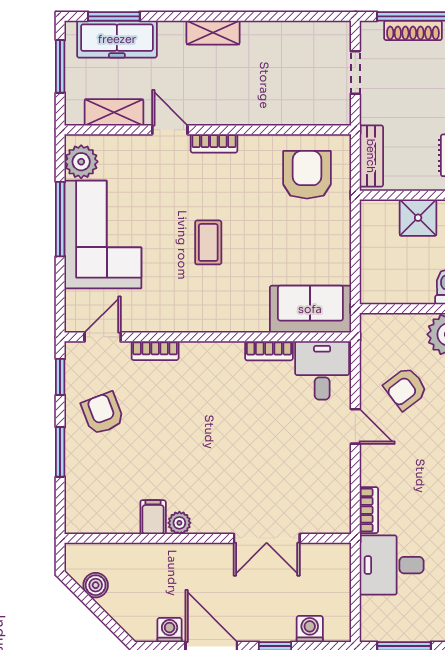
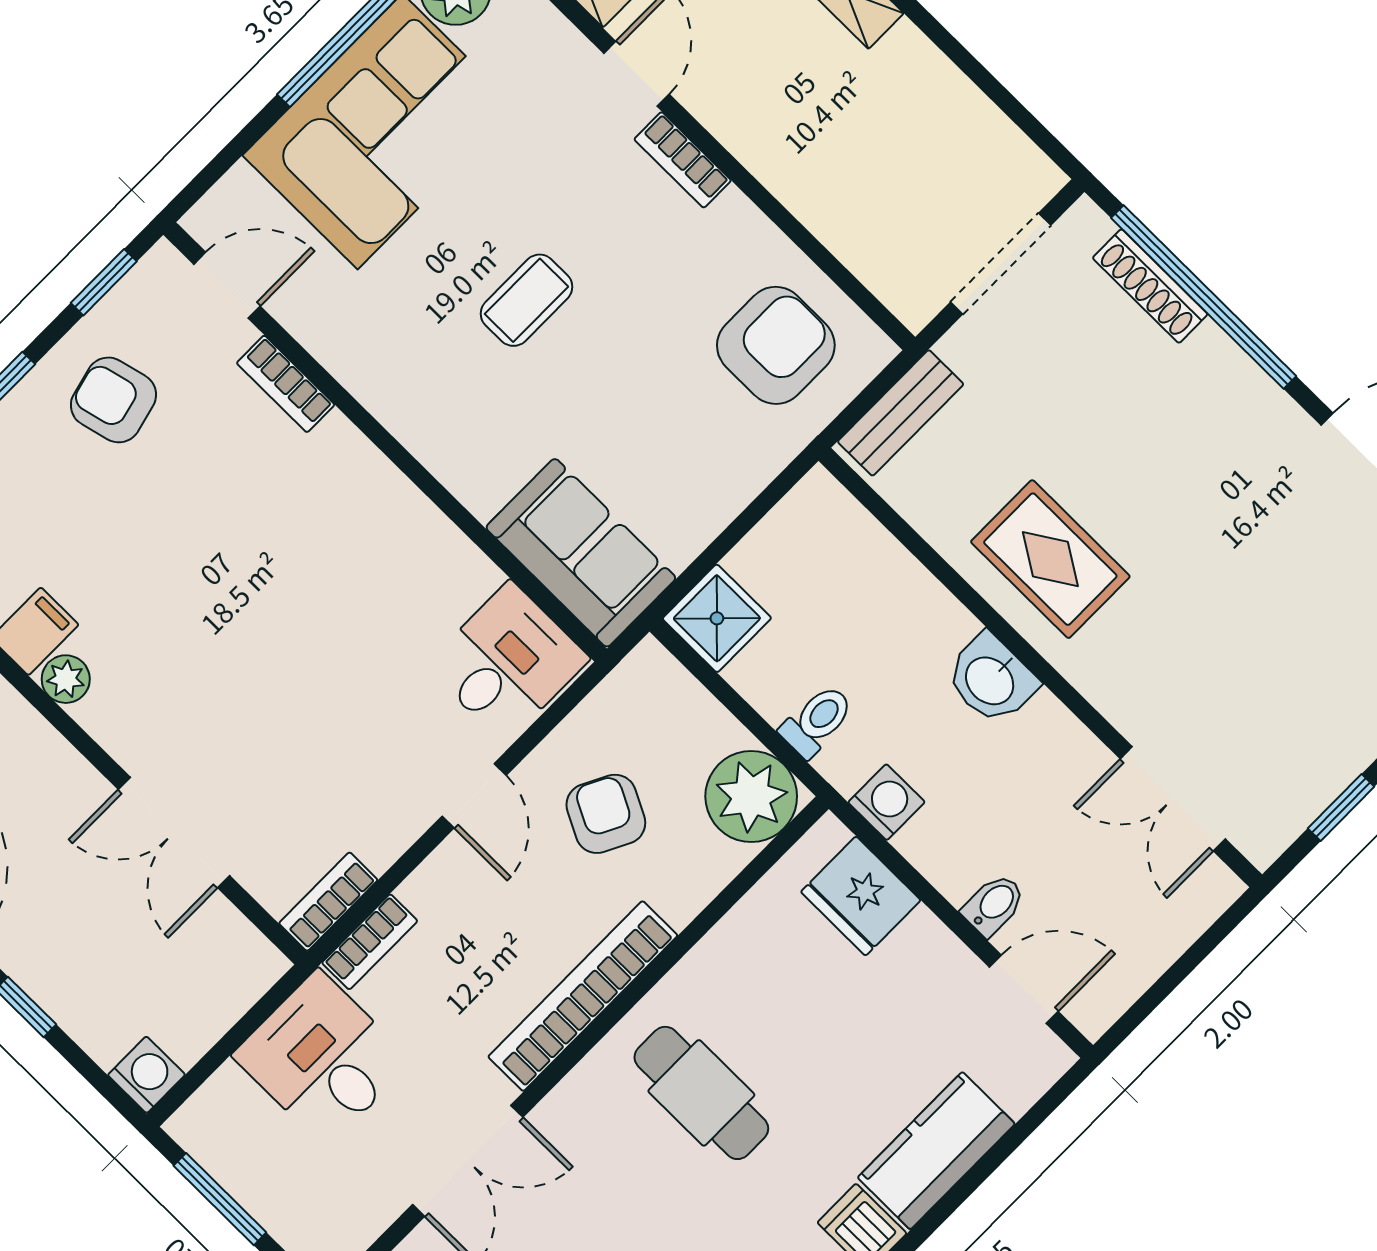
doorway: (355, 73) -> (1001, 264), width x1.38
shower: (418, 218) -> (717, 618), moved
bookcase: (269, 351) -> (328, 902), moved, turned 90
armchair: (406, 389) -> (606, 814), turned 64
armchair: (103, 413) -> (113, 400), turned -83
washing machine: (310, 629) -> (146, 1075), moved

